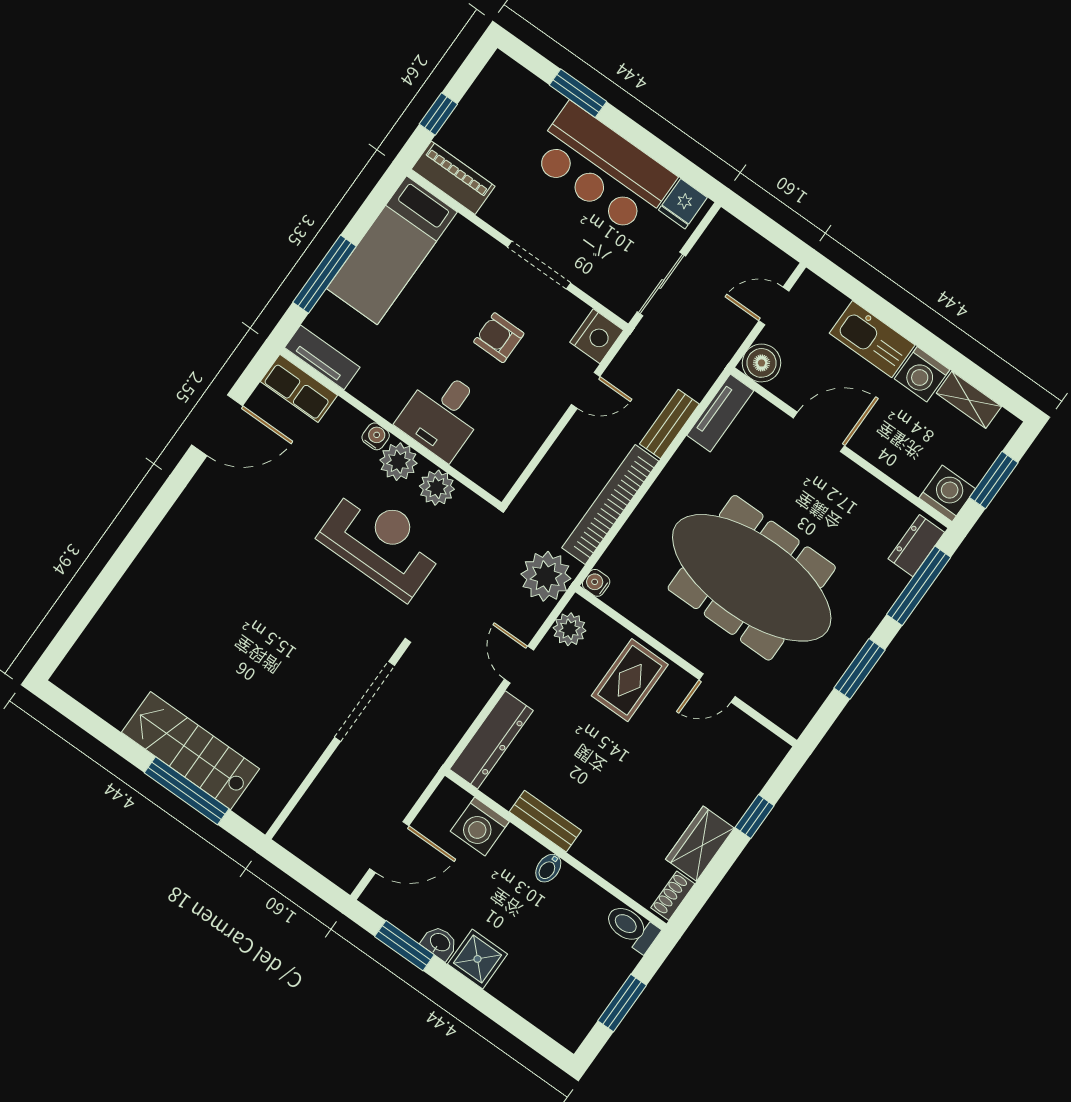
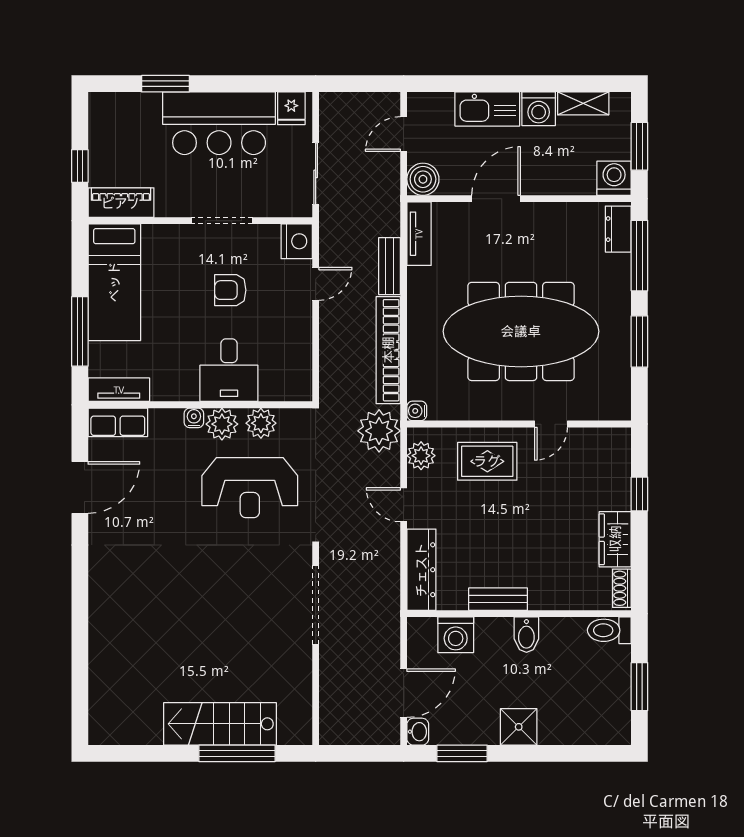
reception desk: (382, 542) -> (250, 488), turned 180
rug: (630, 680) -> (487, 461), turned 90
bidet: (548, 868) -> (526, 635), width x1.38, depth x1.36
washbasin: (440, 943) -> (418, 732), moved, turned 90

